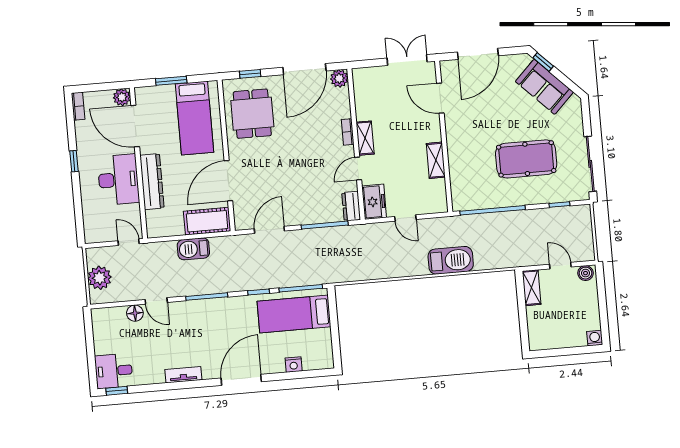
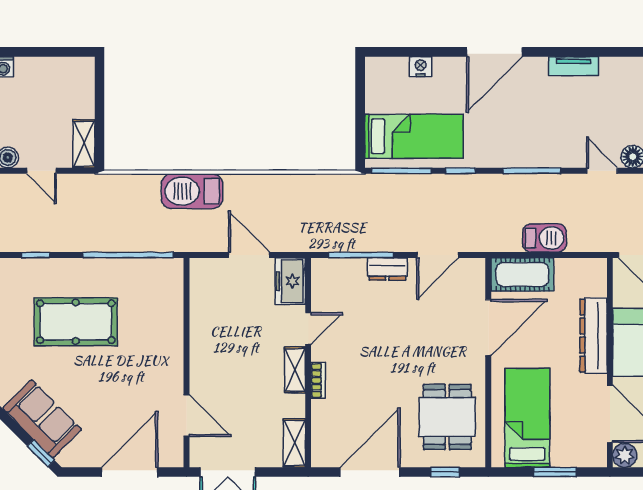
plant: (339, 78) -> (323, 455), removed
shelving: (436, 160) -> (294, 443), moved
dresser: (351, 206) -> (387, 269), moved, turned 90
door: (405, 218) -> (249, 255), width x1.38

